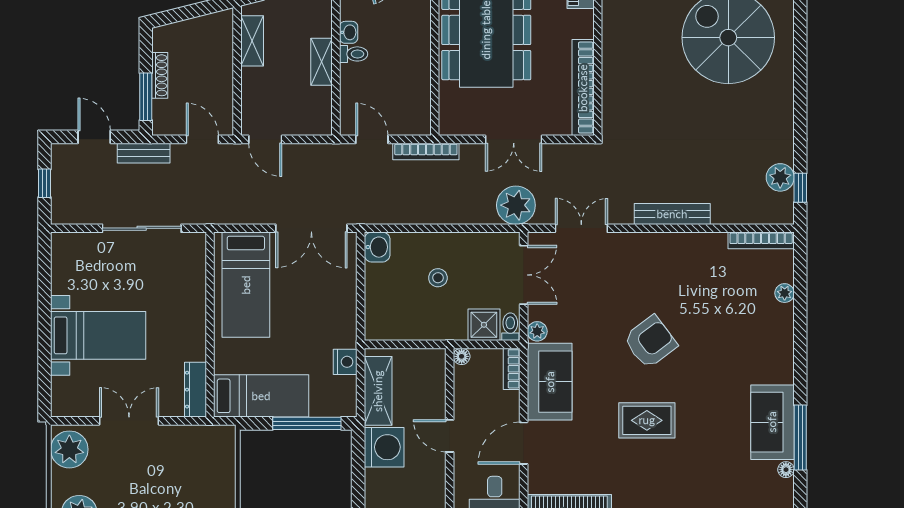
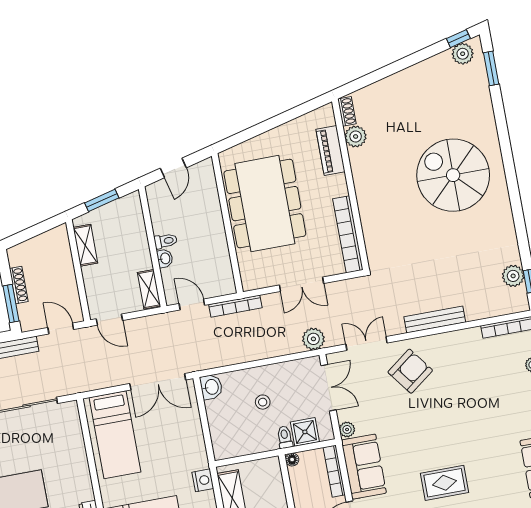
washbasin: (349, 32) -> (165, 258), moved
shelving: (322, 62) -> (149, 289), moved
plant: (516, 205) -> (313, 339), width x0.73, depth x0.73
toilet: (510, 327) -> (285, 437), moved
armchair: (650, 342) -> (410, 371), moved
bookcase: (512, 369) -> (334, 471), width x1.56

